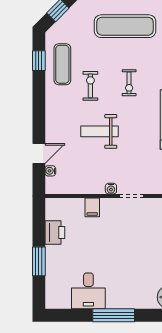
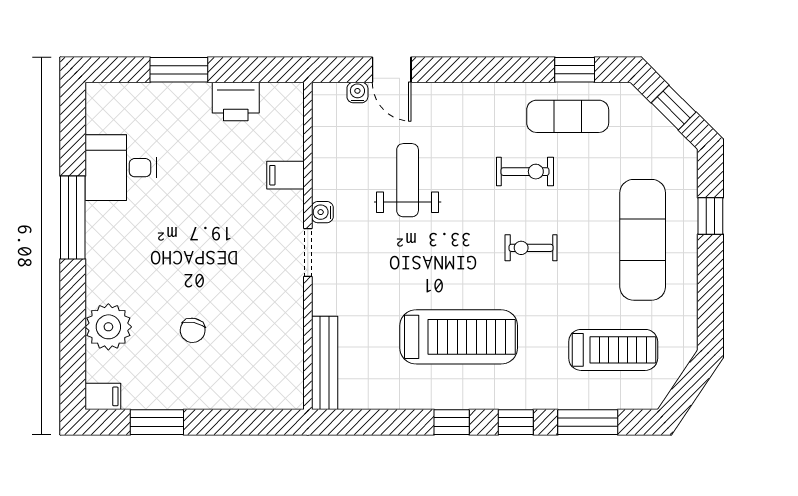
weight bench: (100, 131) -> (408, 180), moved

